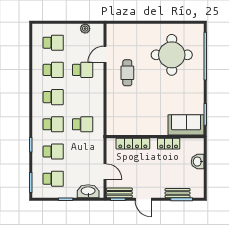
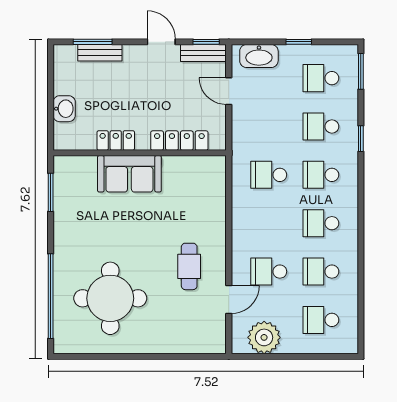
plant: (85, 29) -> (264, 337), width x1.88, depth x1.88
sofa: (186, 125) -> (129, 174), moved

